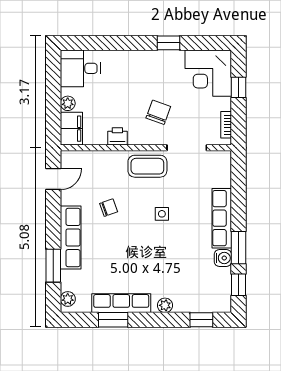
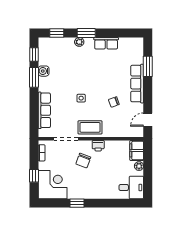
printer: (117, 136) -> (98, 146), moved
row of seats: (222, 218) -> (44, 110), moved
plant: (68, 299) -> (139, 46), removed
row of seats: (121, 303) -> (106, 43), width x0.68
window: (113, 320) -> (86, 33), moved

